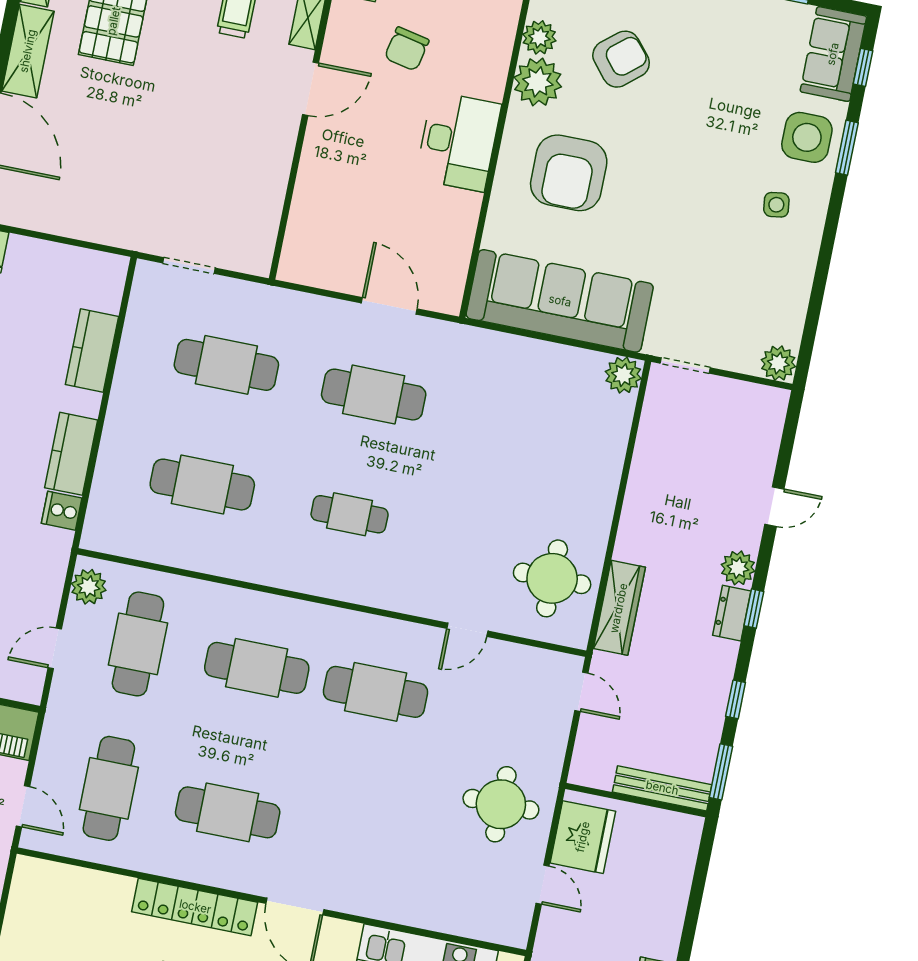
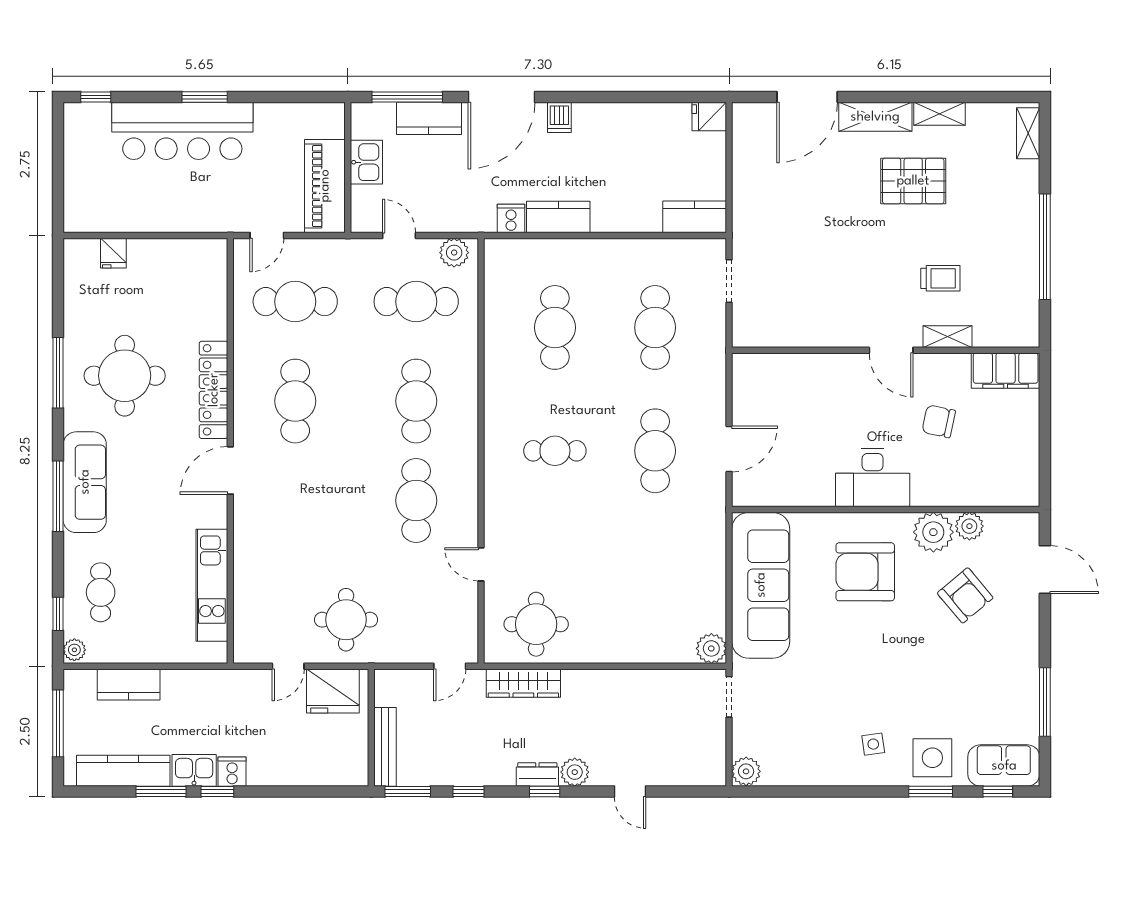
kitchen counter: (92, 350) -> (695, 217), moved
cafe table: (350, 514) -> (555, 451), turned 90

